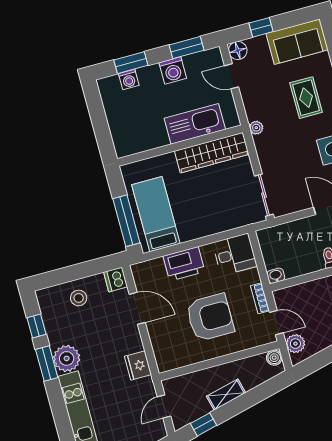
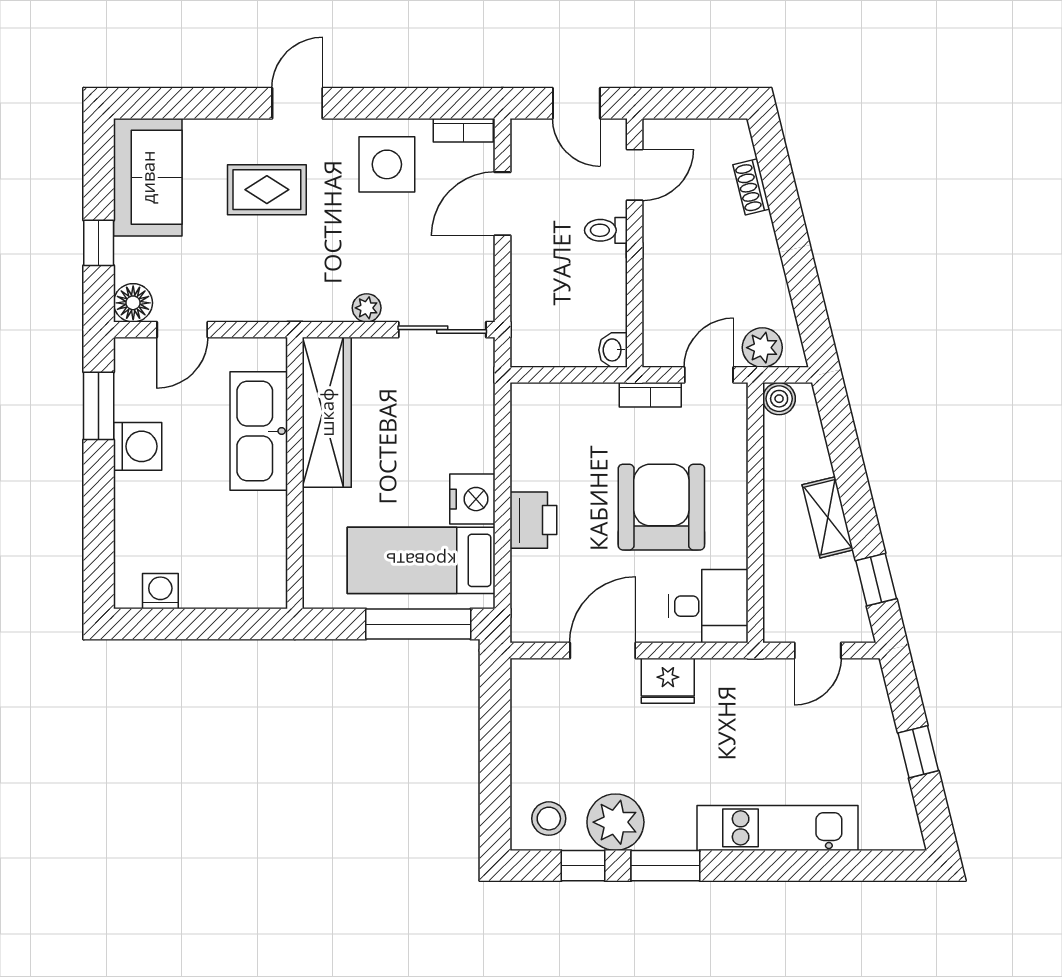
window: (131, 63) -> (99, 528), removed
washing machine: (129, 79) -> (160, 591), moved, turned -90
plant: (256, 128) -> (367, 308), moved
nightstand: (190, 230) -> (472, 499), added
desk: (235, 254) -> (708, 606), moved, turned 90
printer: (184, 264) -> (533, 520), width x0.73, depth x0.84
dishwasher: (116, 279) -> (532, 679), removed
stool: (79, 298) -> (549, 819), moved
plant: (67, 358) -> (615, 822), moved
fridge: (138, 365) -> (668, 681), moved
door: (164, 407) -> (818, 650), hinge flipped

